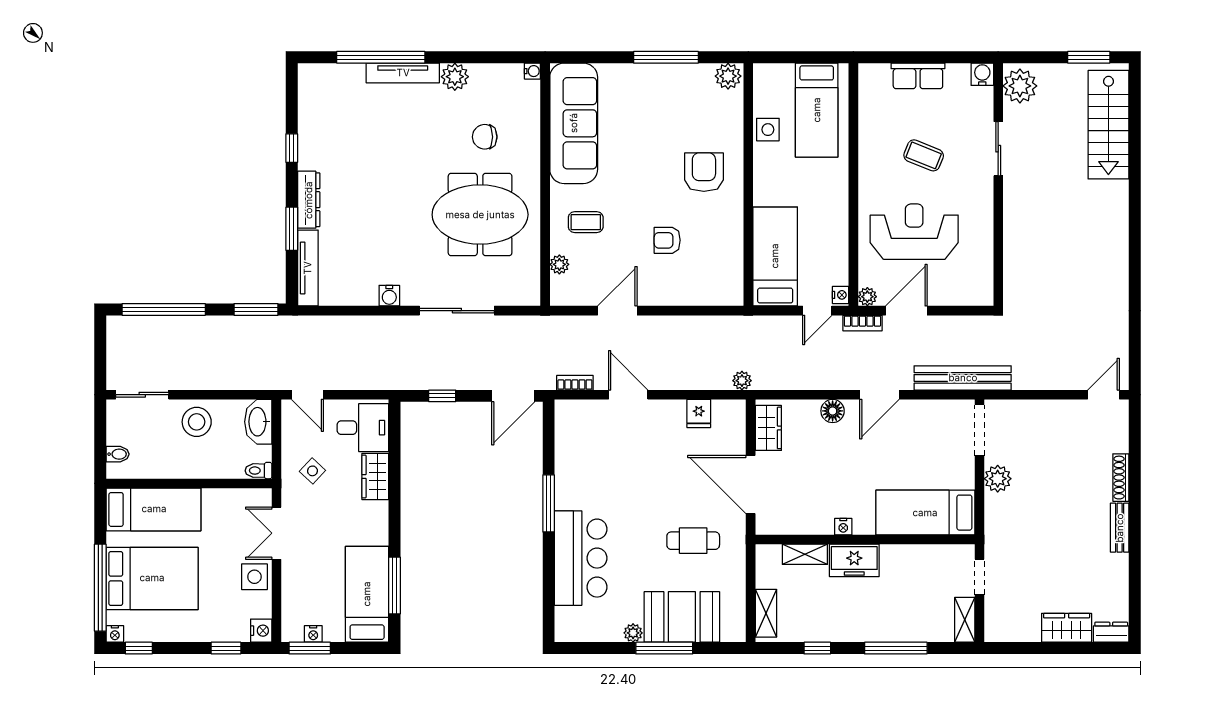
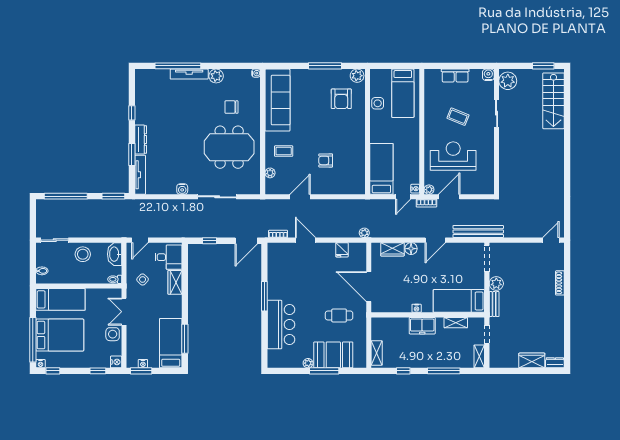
armchair: (704, 172) -> (341, 99), moved, turned 180
door: (307, 395) -> (140, 240), hinge flipped
wardrobe: (768, 428) -> (392, 249), moved, turned 90
bench: (1120, 528) -> (494, 304), moved
shelving: (805, 554) -> (456, 323), moved

